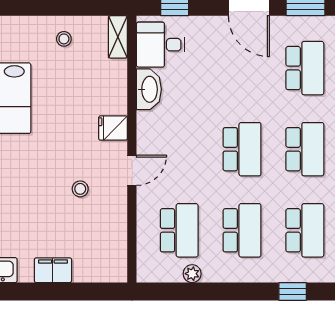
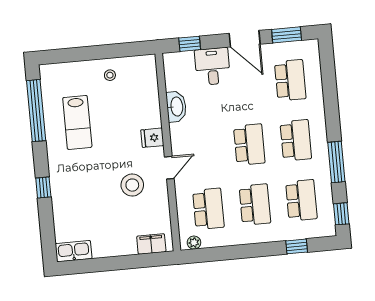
shelving: (118, 37) -> (150, 70), removed
desk: (161, 45) -> (212, 66), moved, turned 90
stool: (80, 189) -> (132, 185), width x1.89, depth x1.89
filing cabinet: (53, 270) -> (151, 244), moved
plant: (192, 274) -> (194, 243), moved

